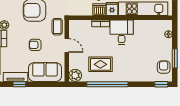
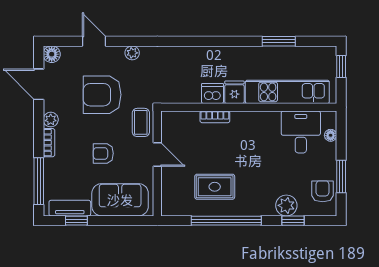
desk: (122, 32) -> (301, 132), moved
plant: (75, 75) -> (286, 205), moved
window: (161, 84) -> (293, 221), moved

